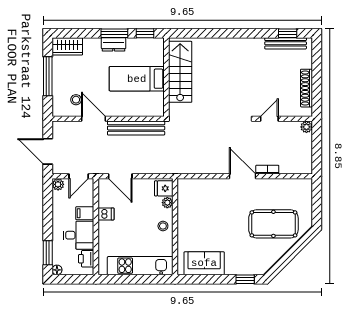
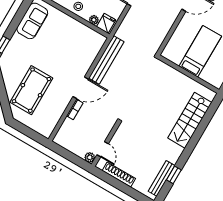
window: (288, 33) -> (174, 175), moved
stairs: (180, 72) -> (190, 120), moved, turned 90
door: (269, 119) -> (103, 149), moved
bench: (136, 128) -> (106, 60), moved

